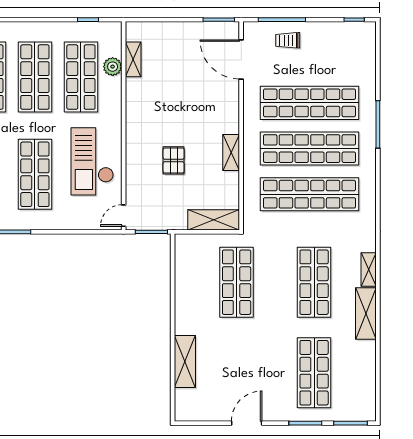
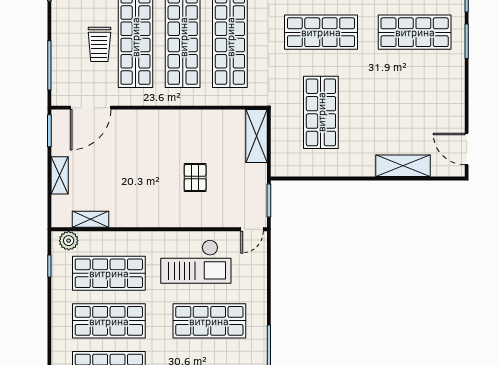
trolley: (288, 40) -> (99, 44), moved, width x1.36, depth x1.39
plant: (113, 67) -> (69, 241), moved
shelving: (231, 152) -> (60, 175), moved, turned 90
pallet: (174, 160) -> (195, 178), turned 90
door: (124, 216) -> (252, 229), hinge flipped
shop shelf: (237, 282) -> (321, 112), turned 90
door: (247, 423) -> (467, 149), moved

